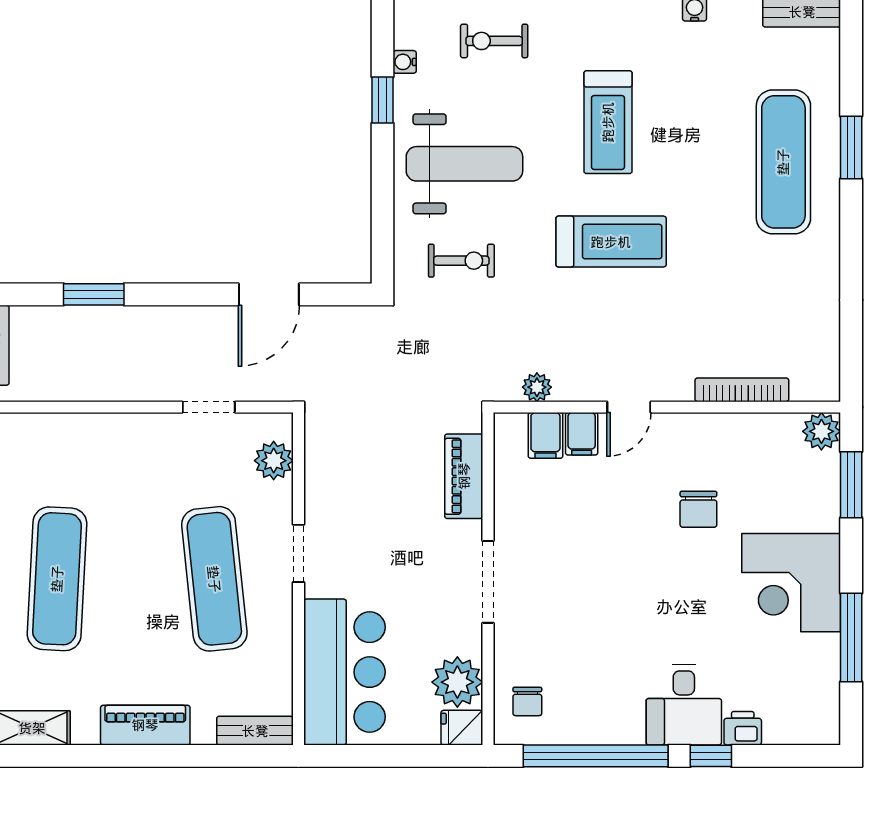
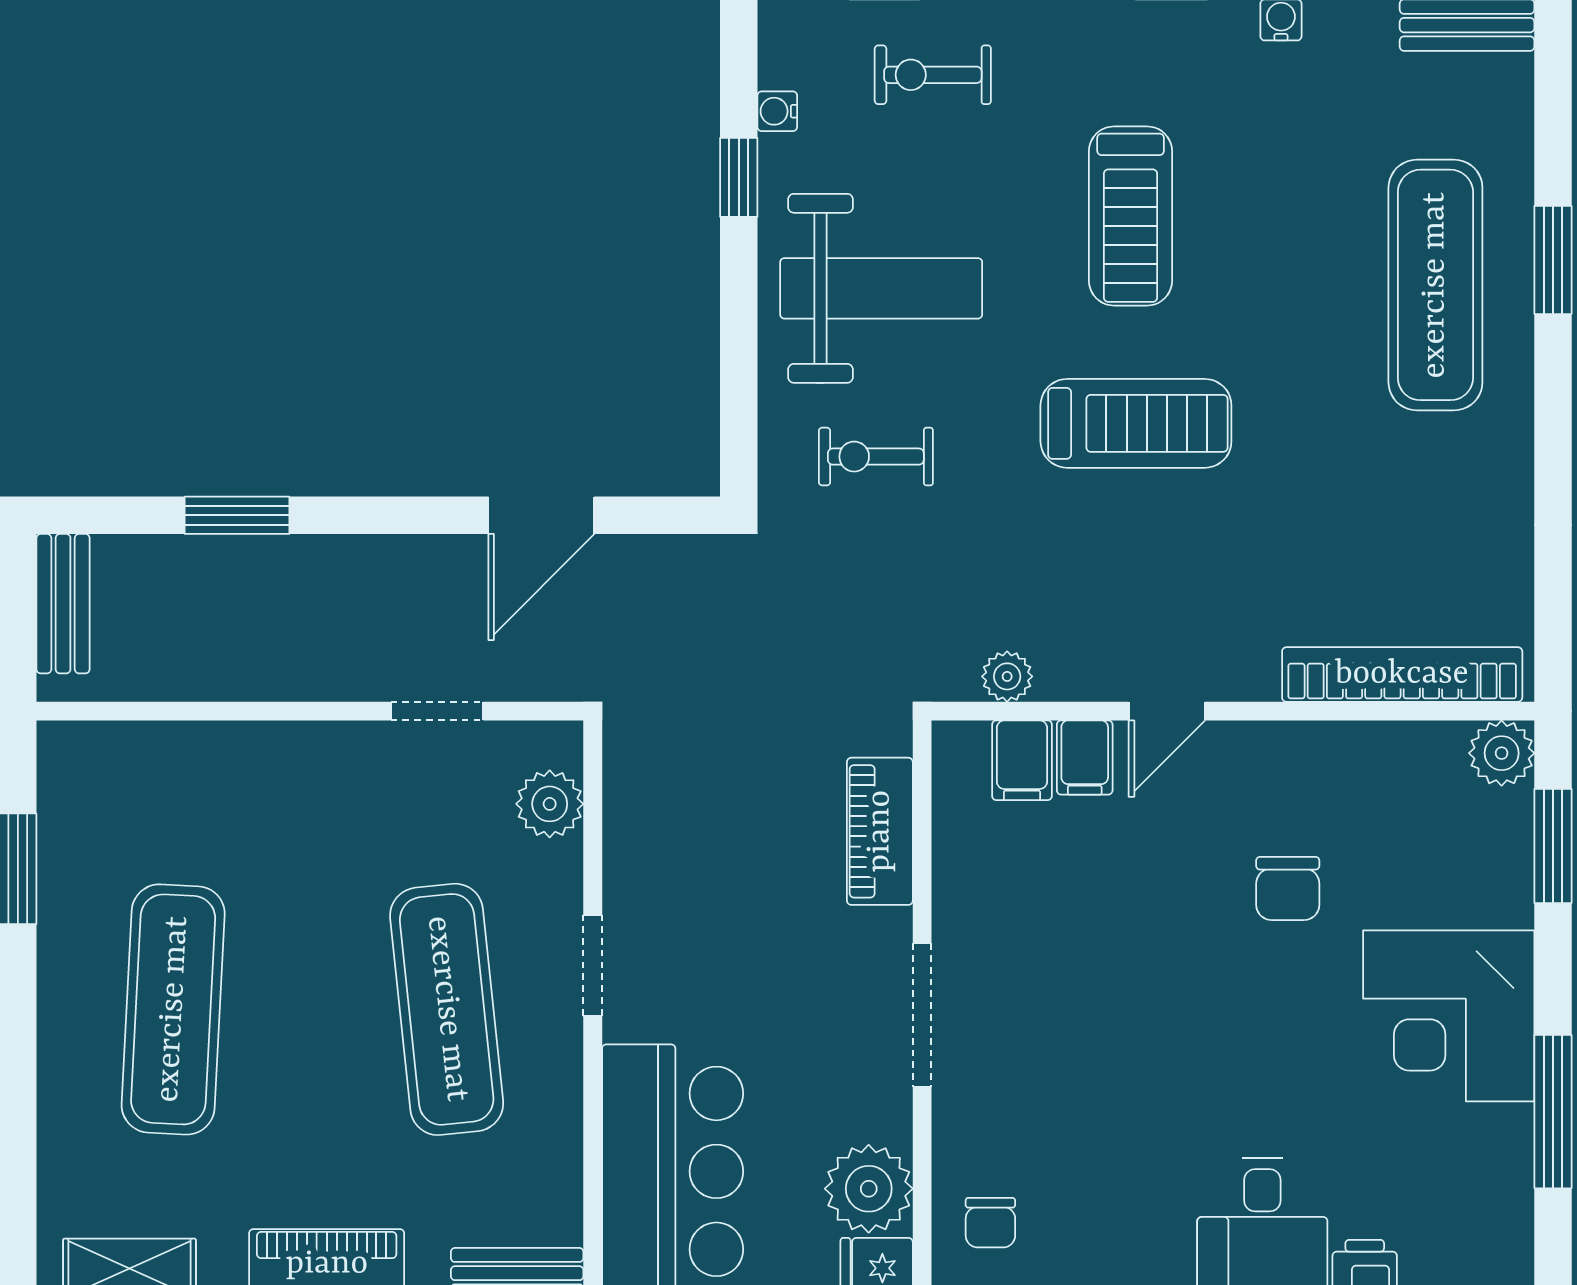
exercise bike: (461, 261) -> (876, 457), turned 180
bookcase: (742, 390) -> (1402, 674), width x1.48, depth x1.31

